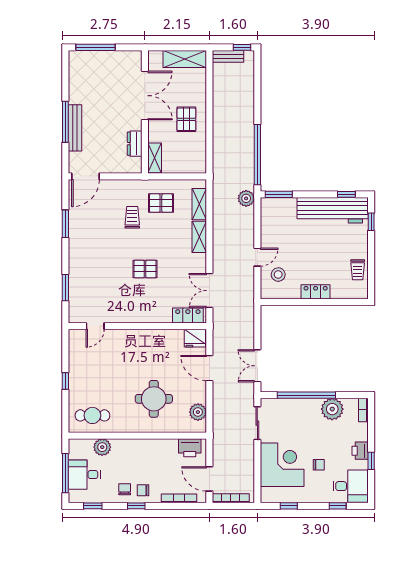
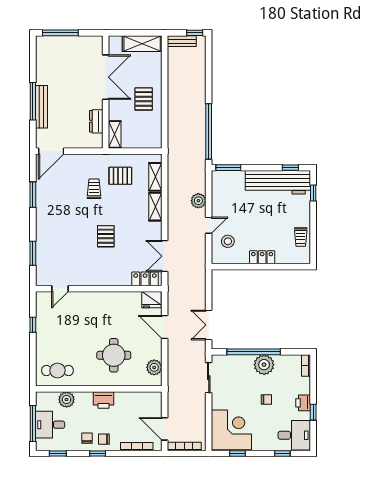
plant: (246, 198) -> (198, 201), moved
pallet: (145, 269) -> (106, 236), turned 90
window: (65, 381) -> (33, 325), moved
plant: (332, 409) -> (264, 365), moved
printer: (190, 448) -> (104, 400), moved
corner desk: (282, 465) -> (231, 430), moved
chair: (319, 465) -> (266, 399), moved

